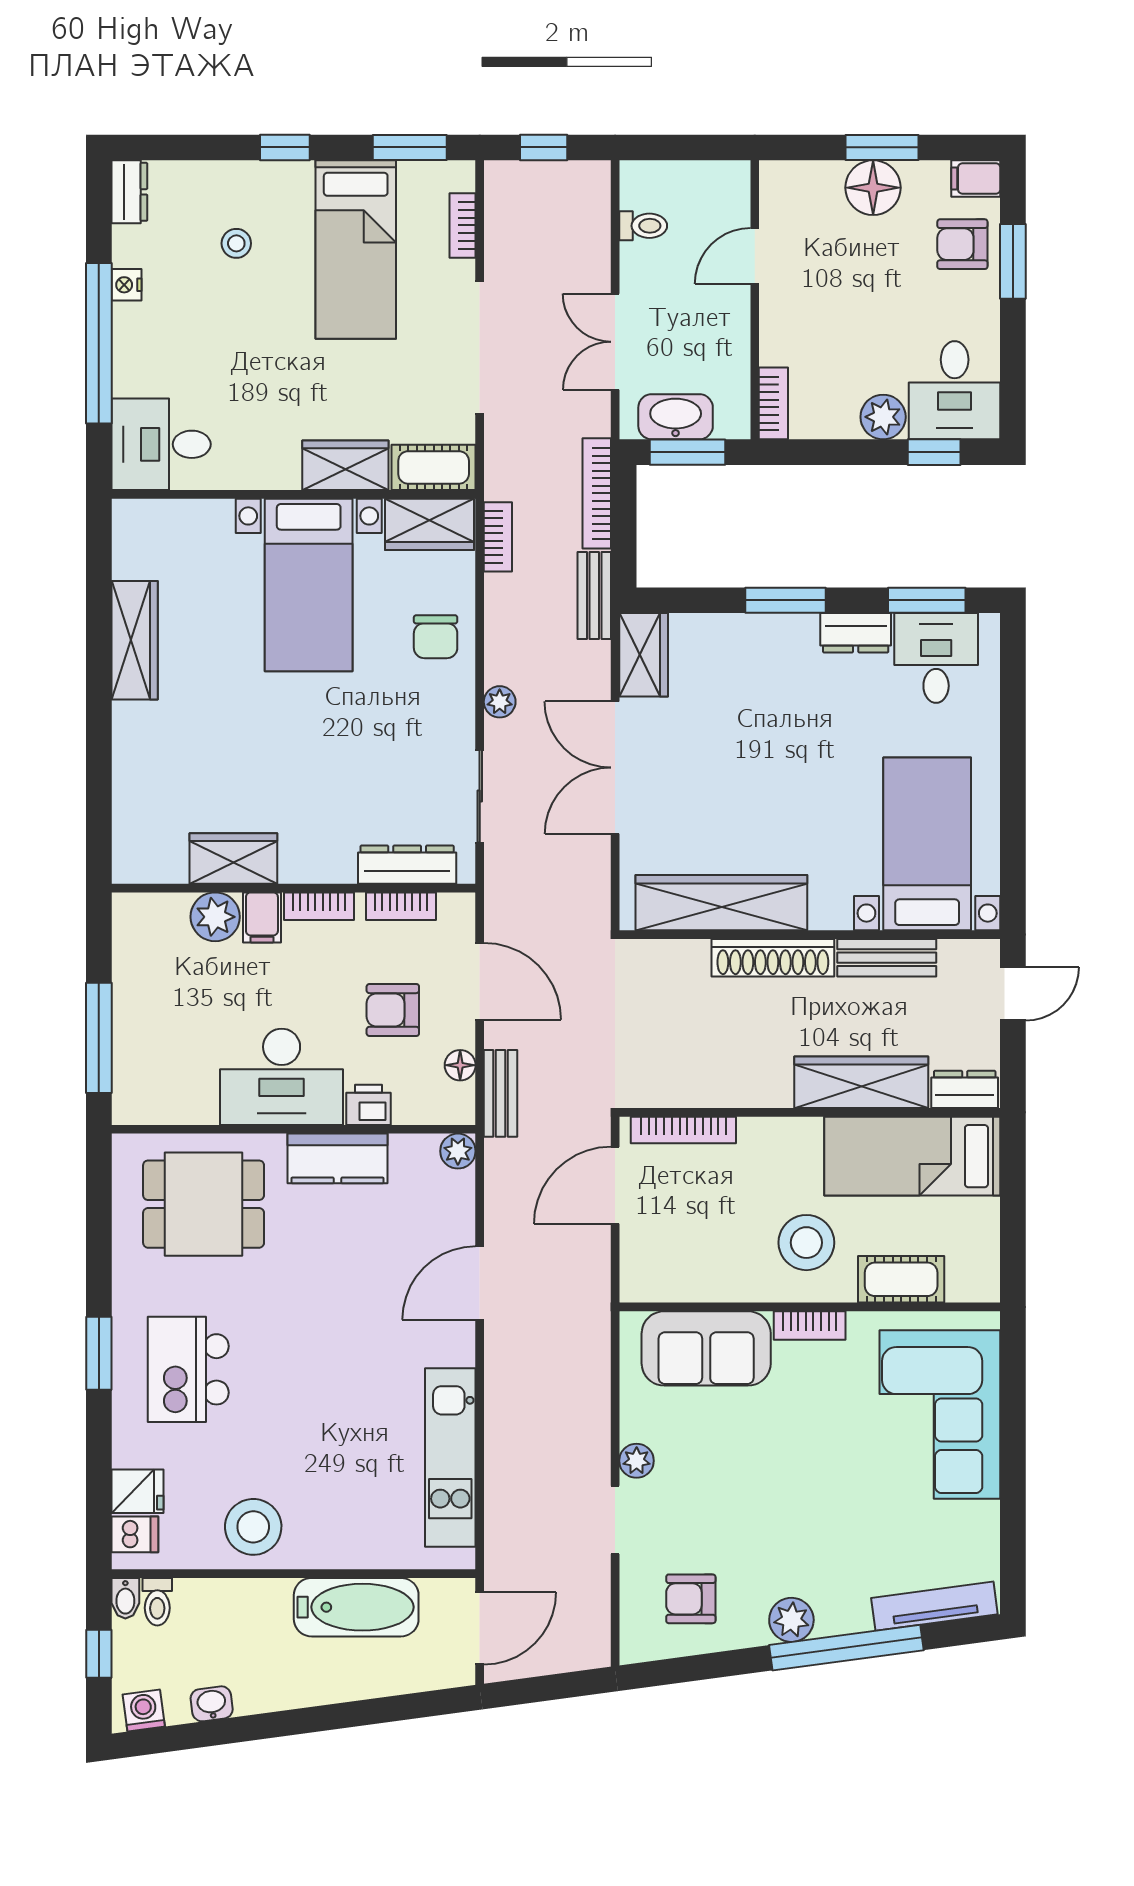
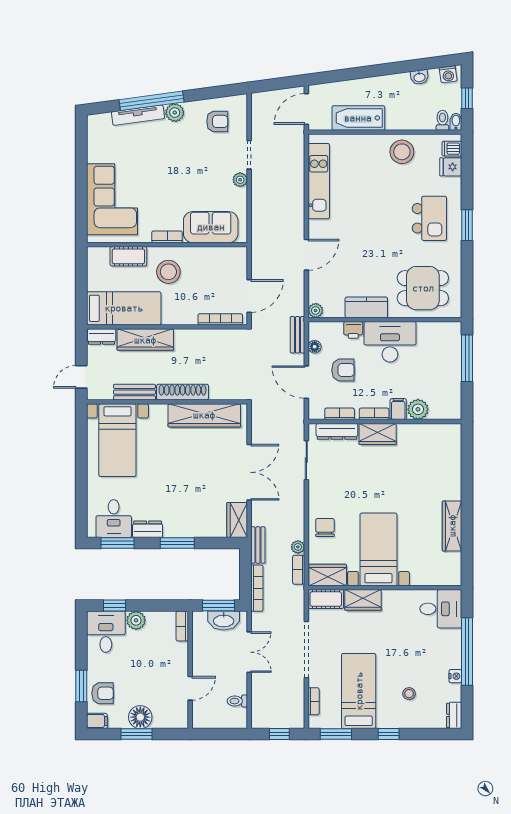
plant: (500, 702) -> (298, 547), moved
wardrobe: (233, 858) -> (378, 434), moved
tv unit: (934, 1606) -> (138, 115), moved

